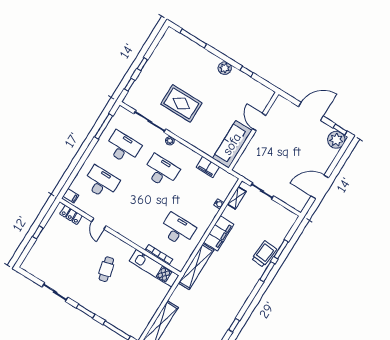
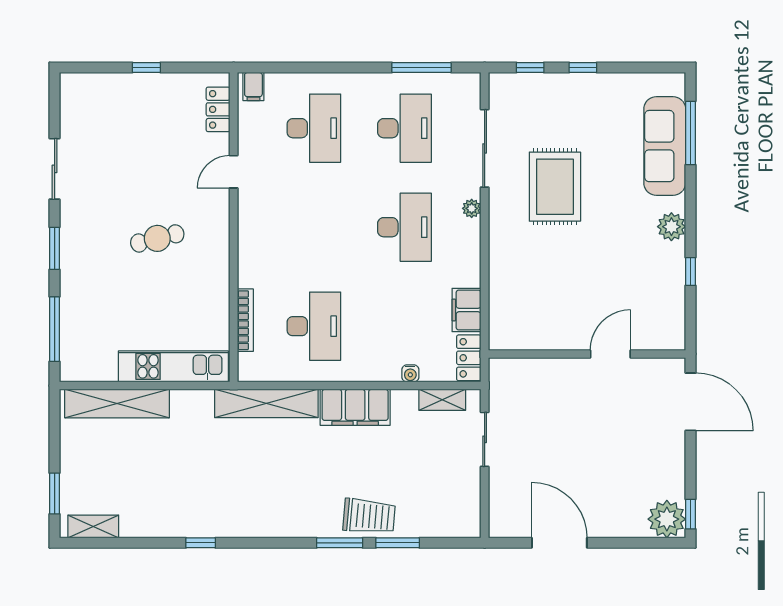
door: (311, 111) -> (691, 402), moved
sofa: (232, 144) -> (665, 146), moved, turned -90
locker: (227, 178) -> (469, 358), added
kitchen unit: (154, 268) -> (173, 366), moved, turned 90

